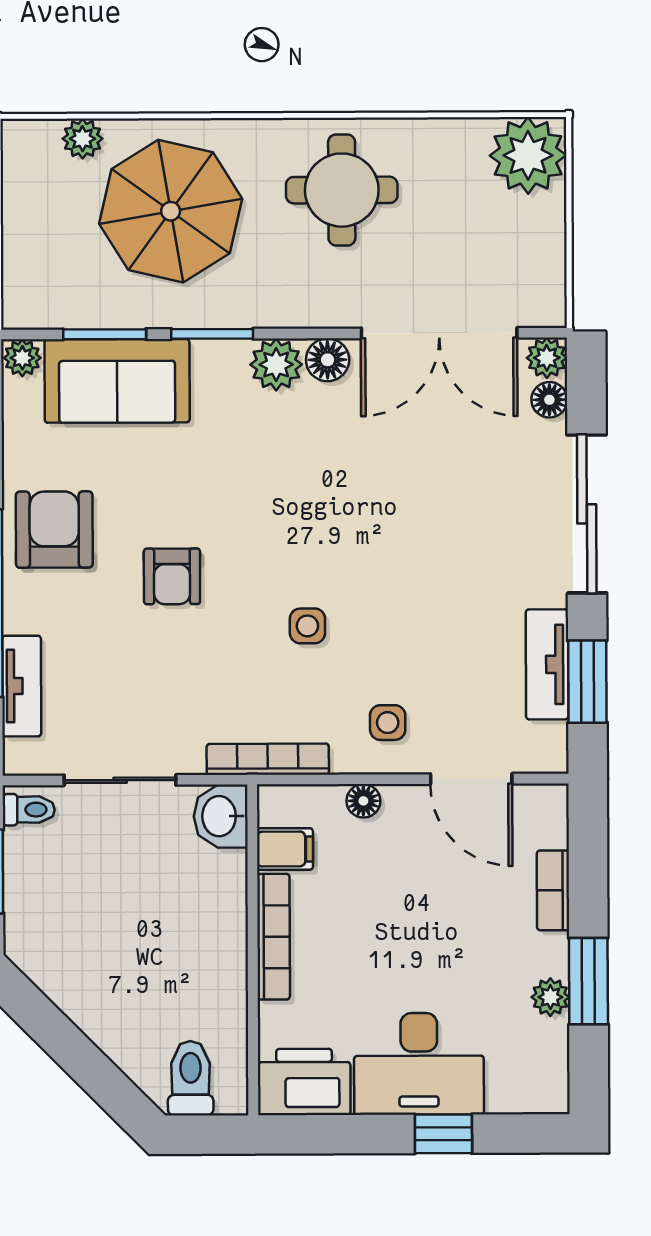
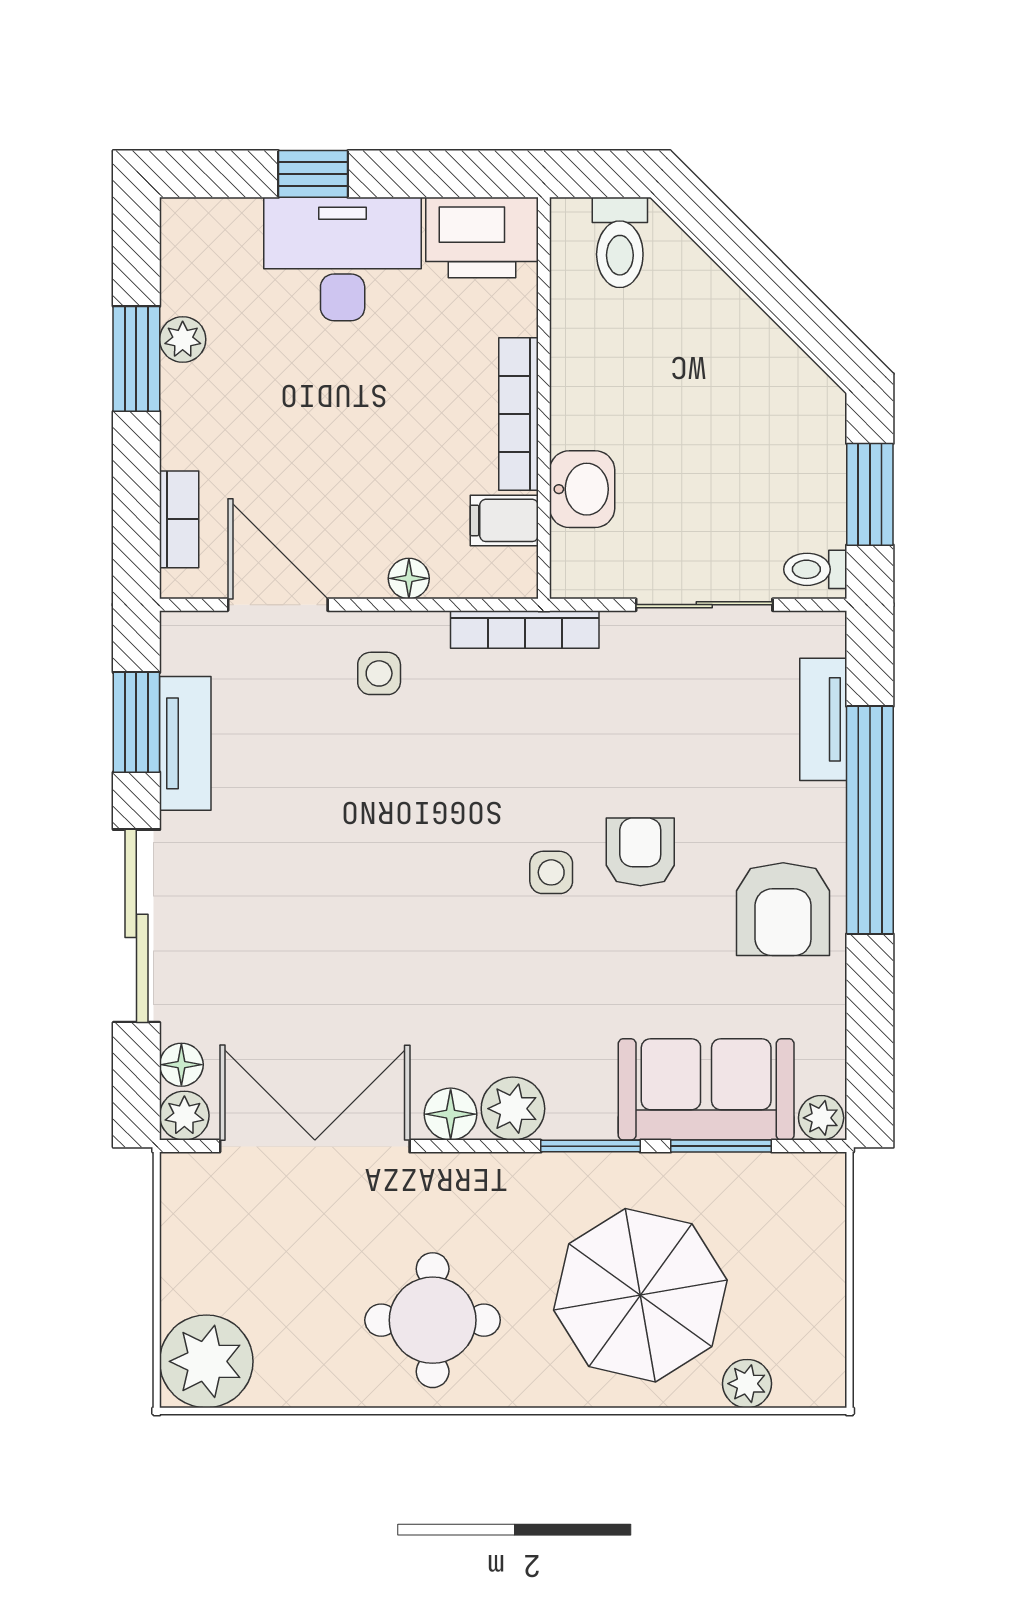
side table: (307, 626) -> (551, 872), moved
washbasin: (221, 816) -> (582, 489), moved
bookcase: (553, 890) -> (179, 519), moved

